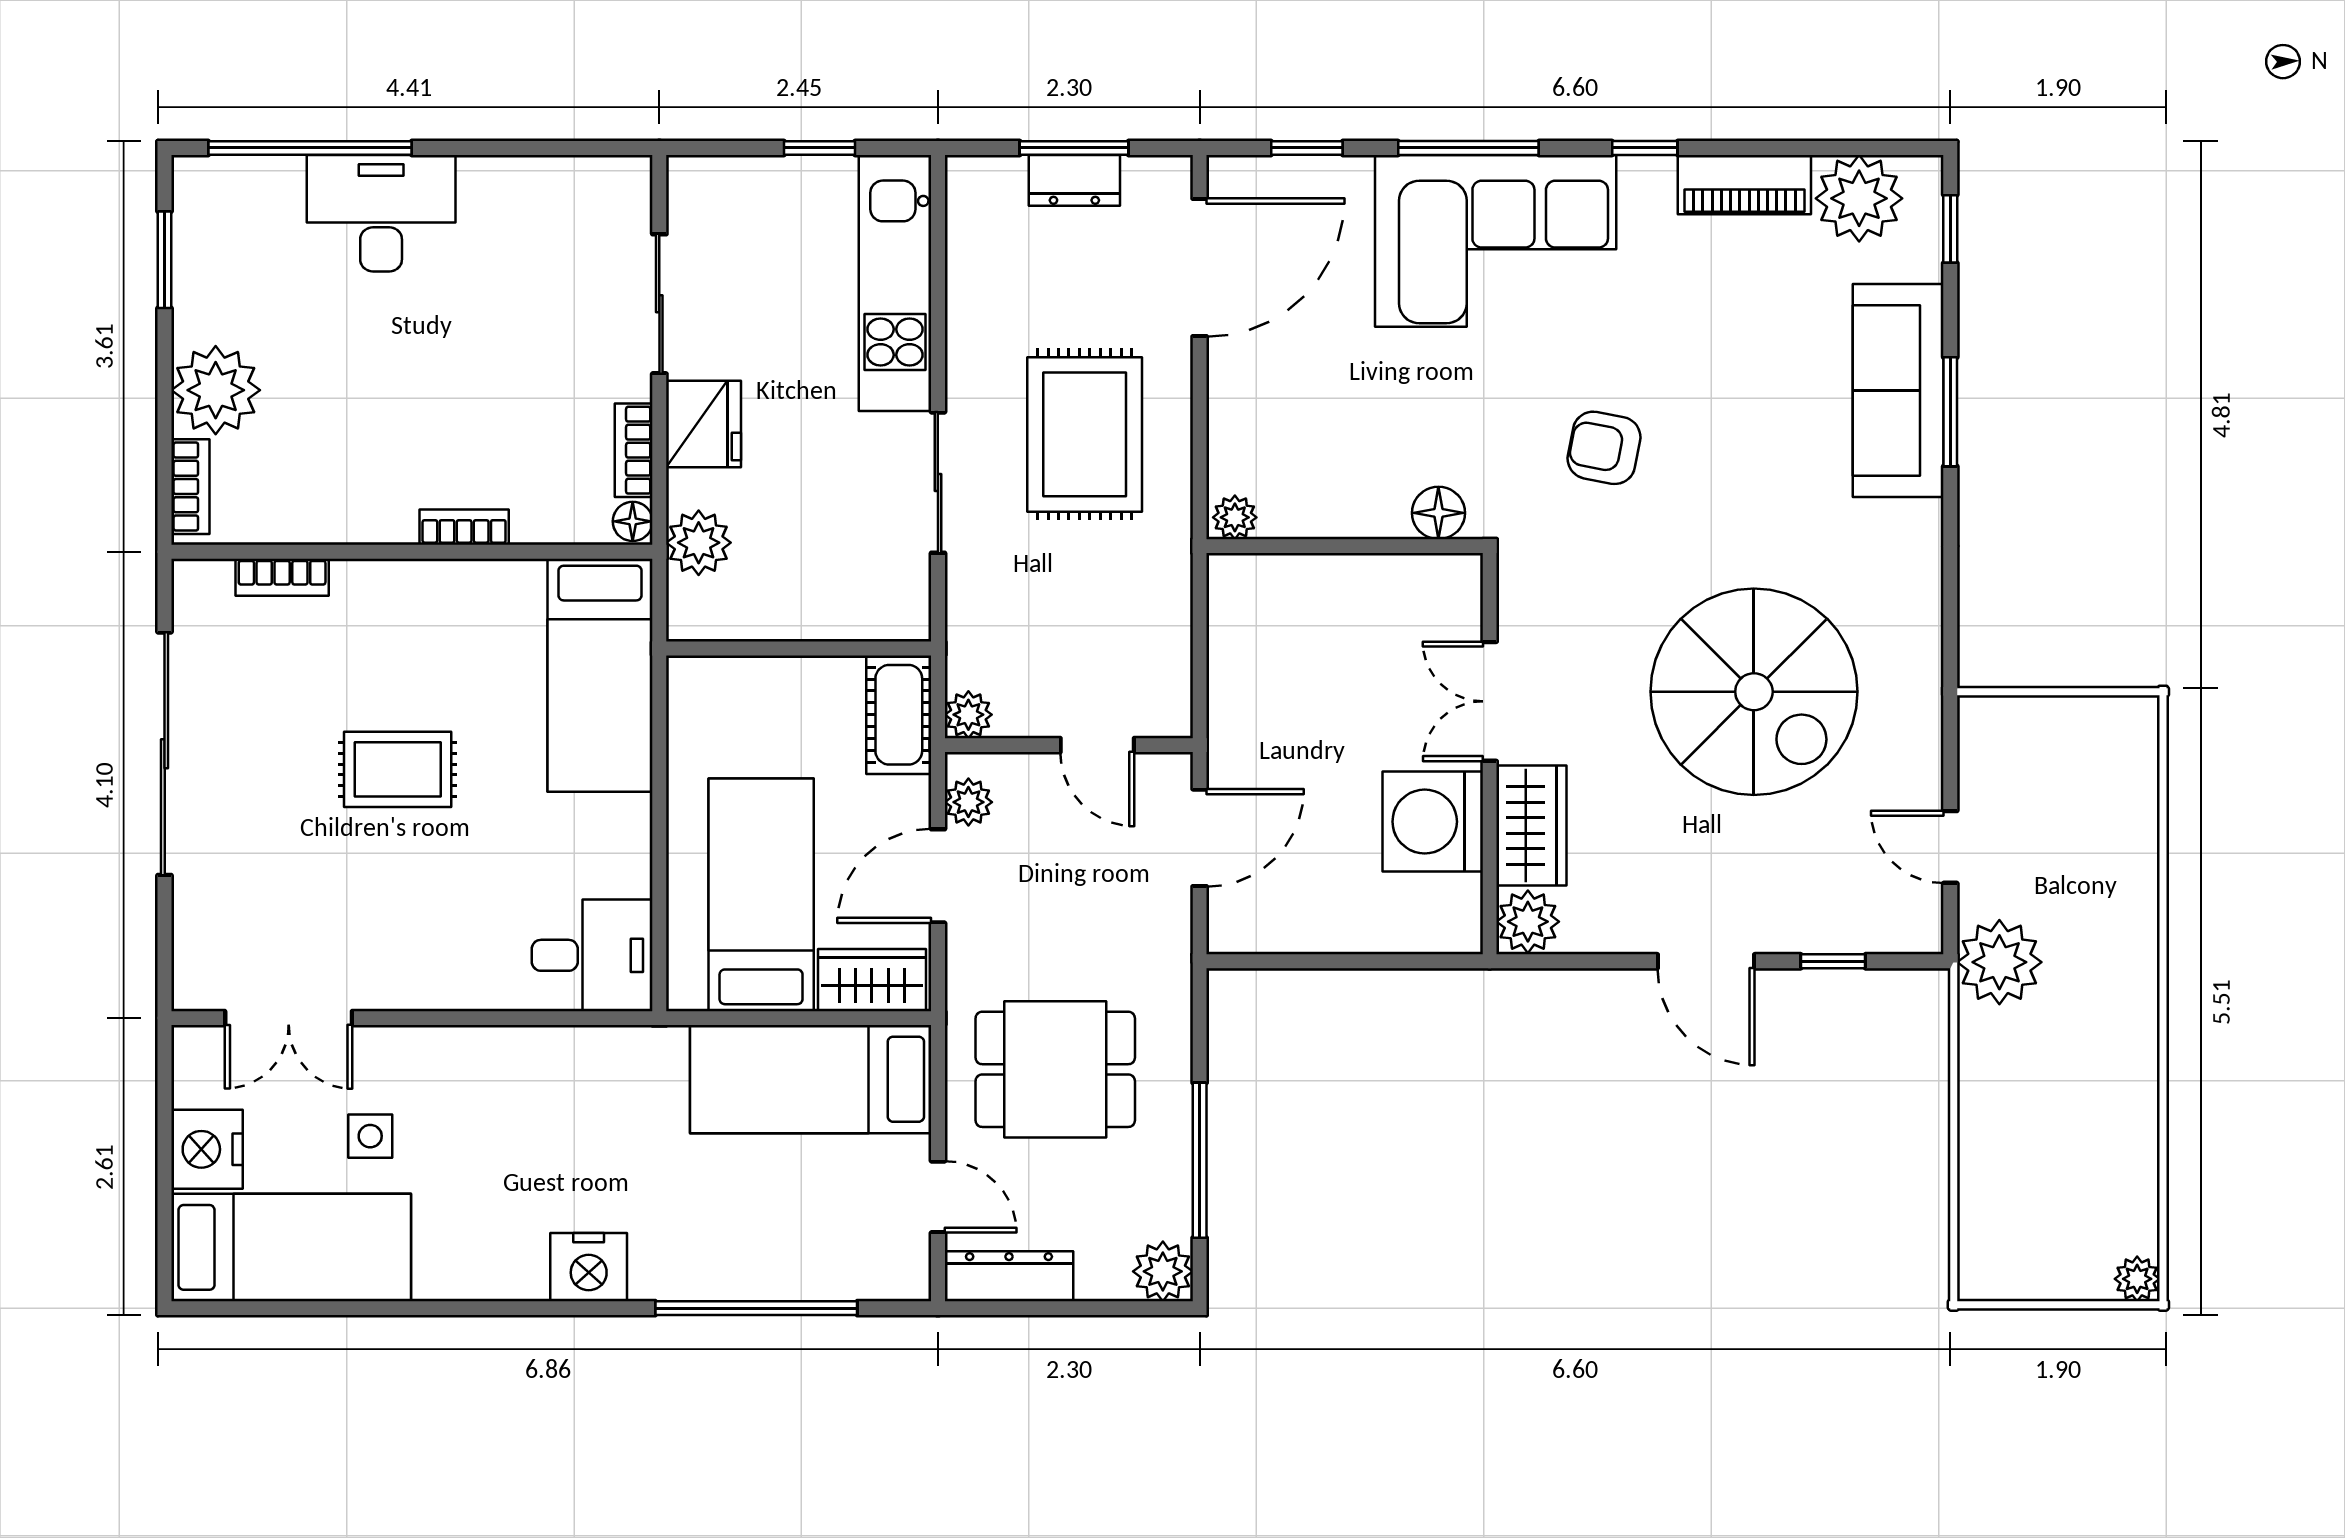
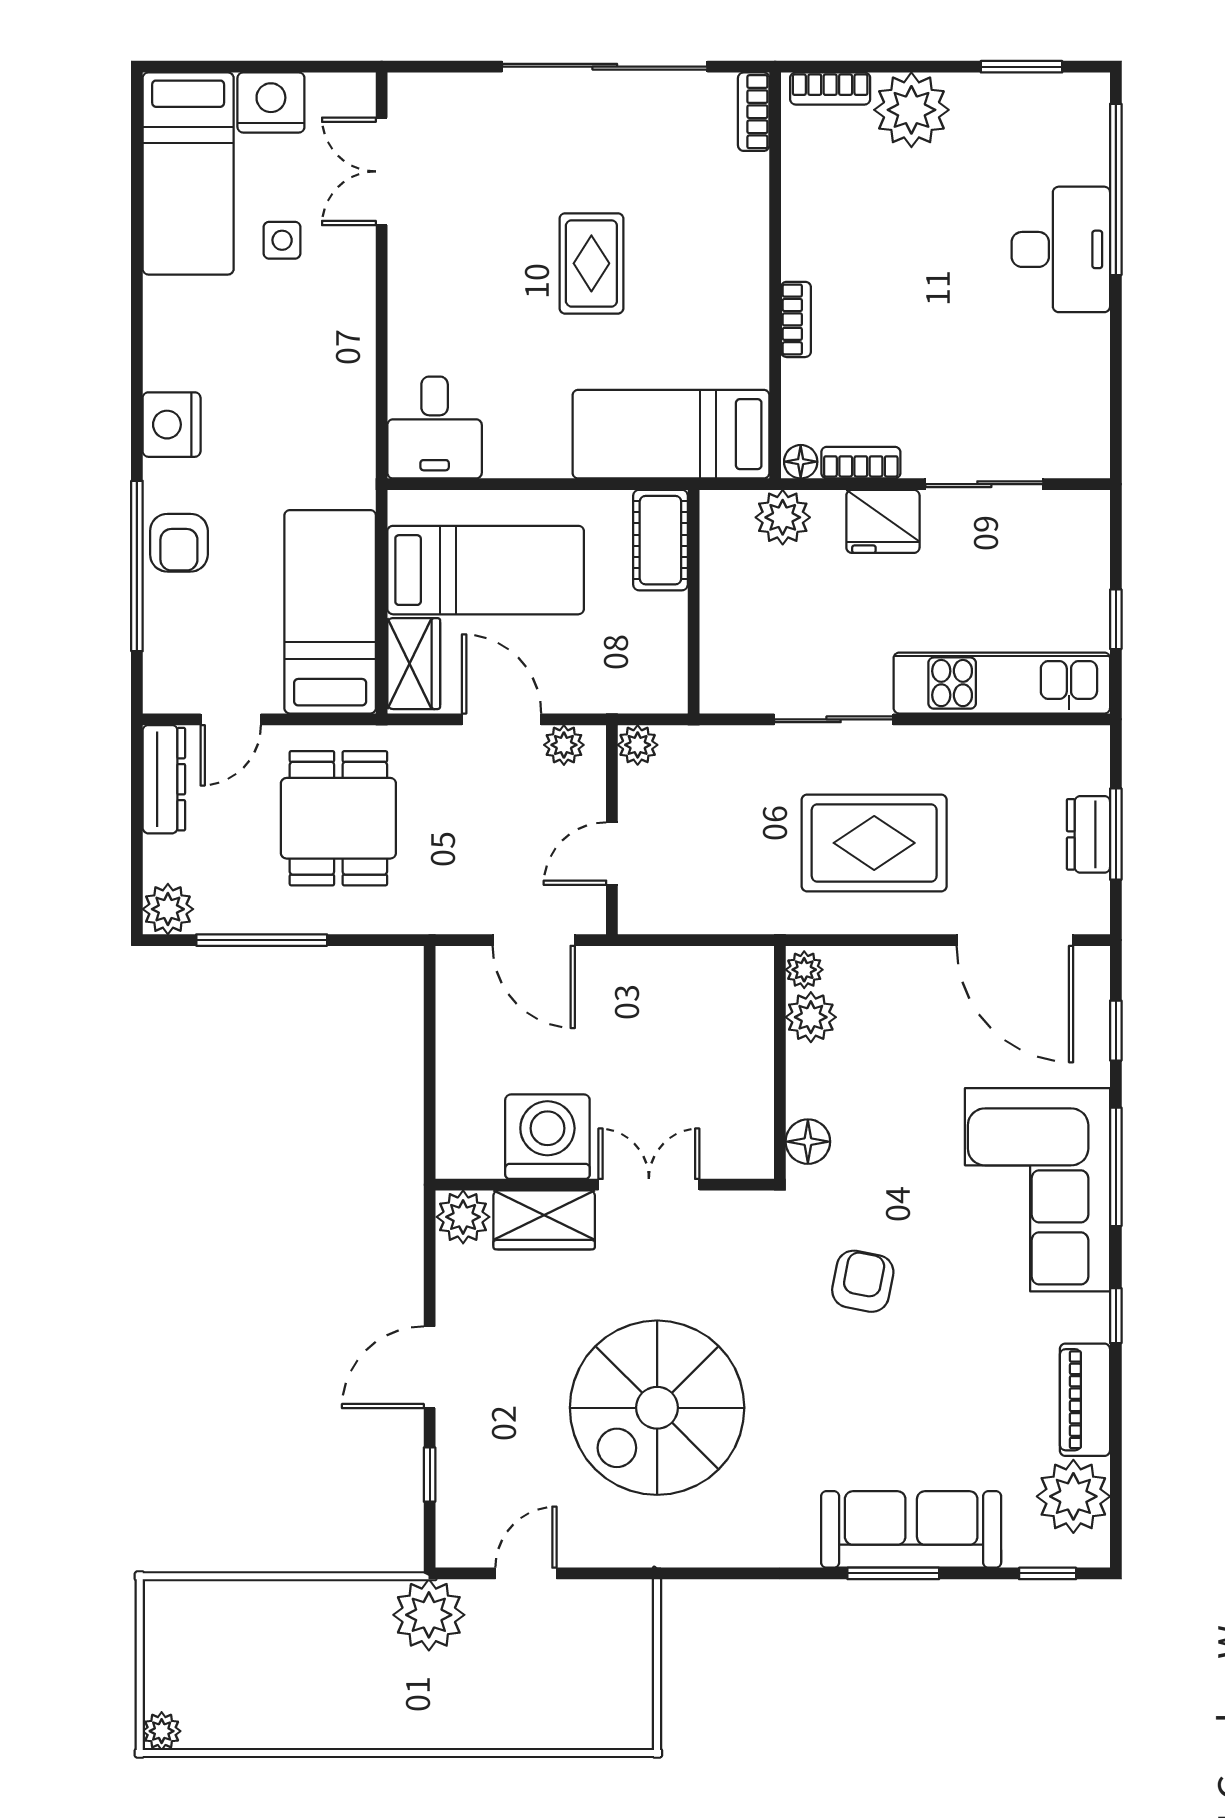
plant: (1291, 509) -> (811, 1017), added
bookcase: (282, 577) -> (754, 112), moved
cot: (899, 715) -> (660, 540), moved, turned 90
armchair: (729, 1258) -> (179, 543), added

